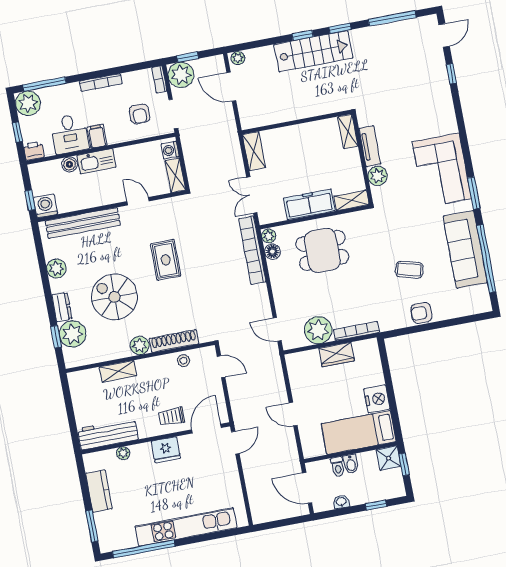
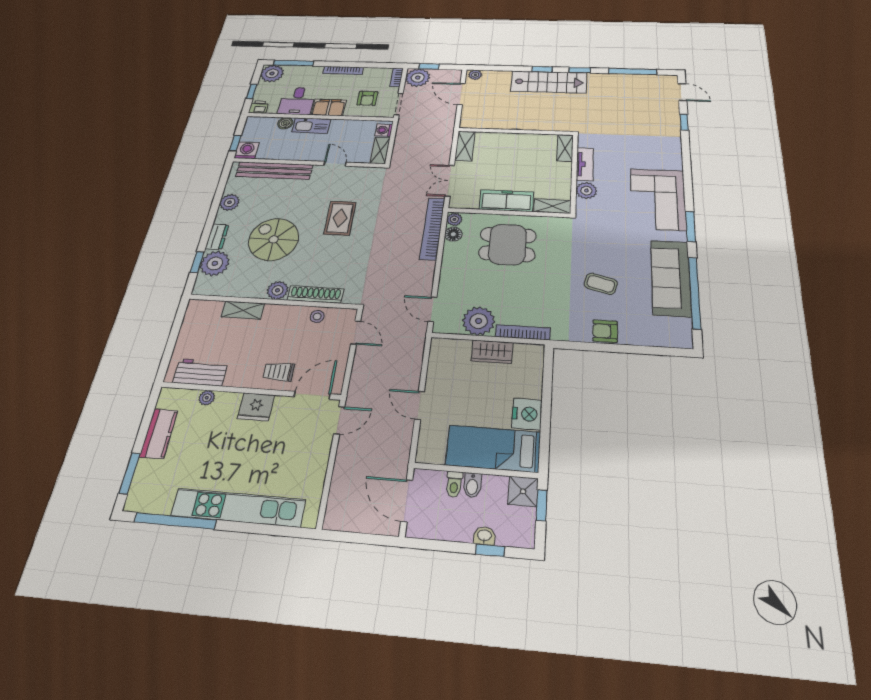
door: (444, 35) -> (682, 92), hinge flipped
filing cabinet: (97, 136) -> (329, 108), width x2.00
workbench: (108, 434) -> (201, 372), width x0.73
washbasin: (341, 502) -> (484, 536), moved

